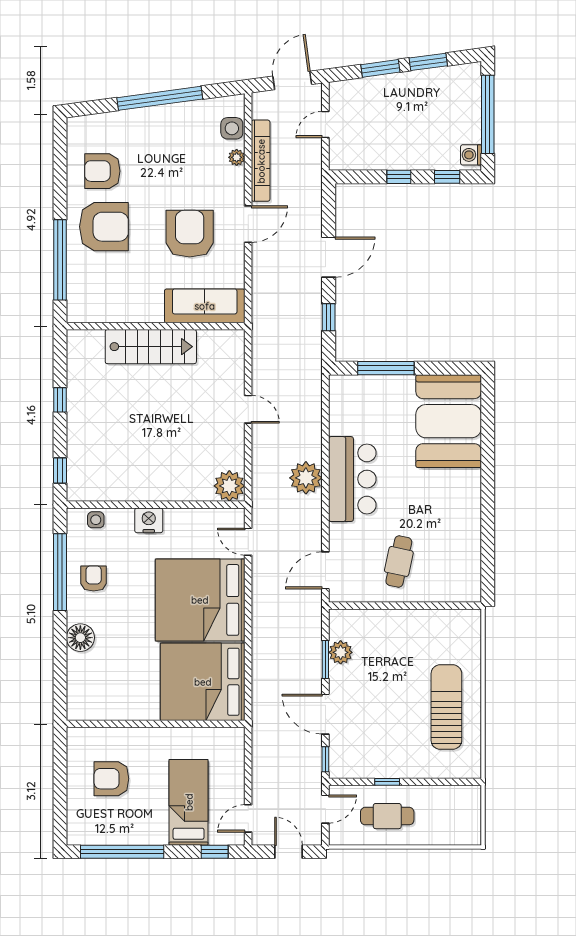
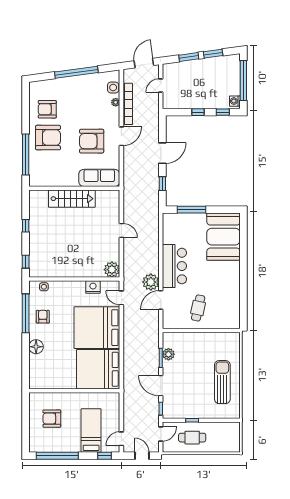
armchair: (190, 234) -> (92, 141), turned -90
plant: (306, 478) -> (151, 282), moved
nightstand: (149, 520) -> (93, 287), moved
door: (325, 570) -> (161, 300), moved

